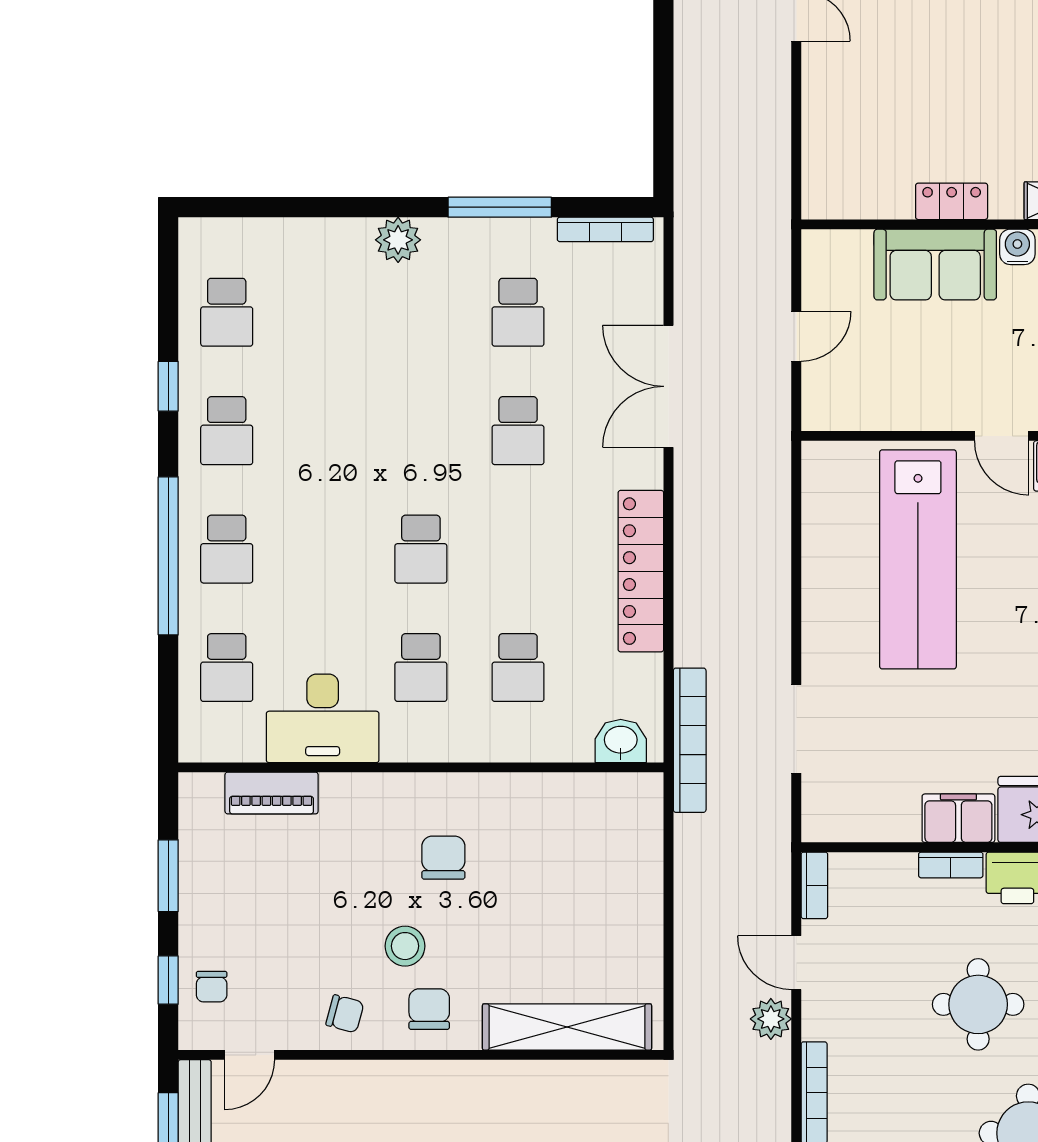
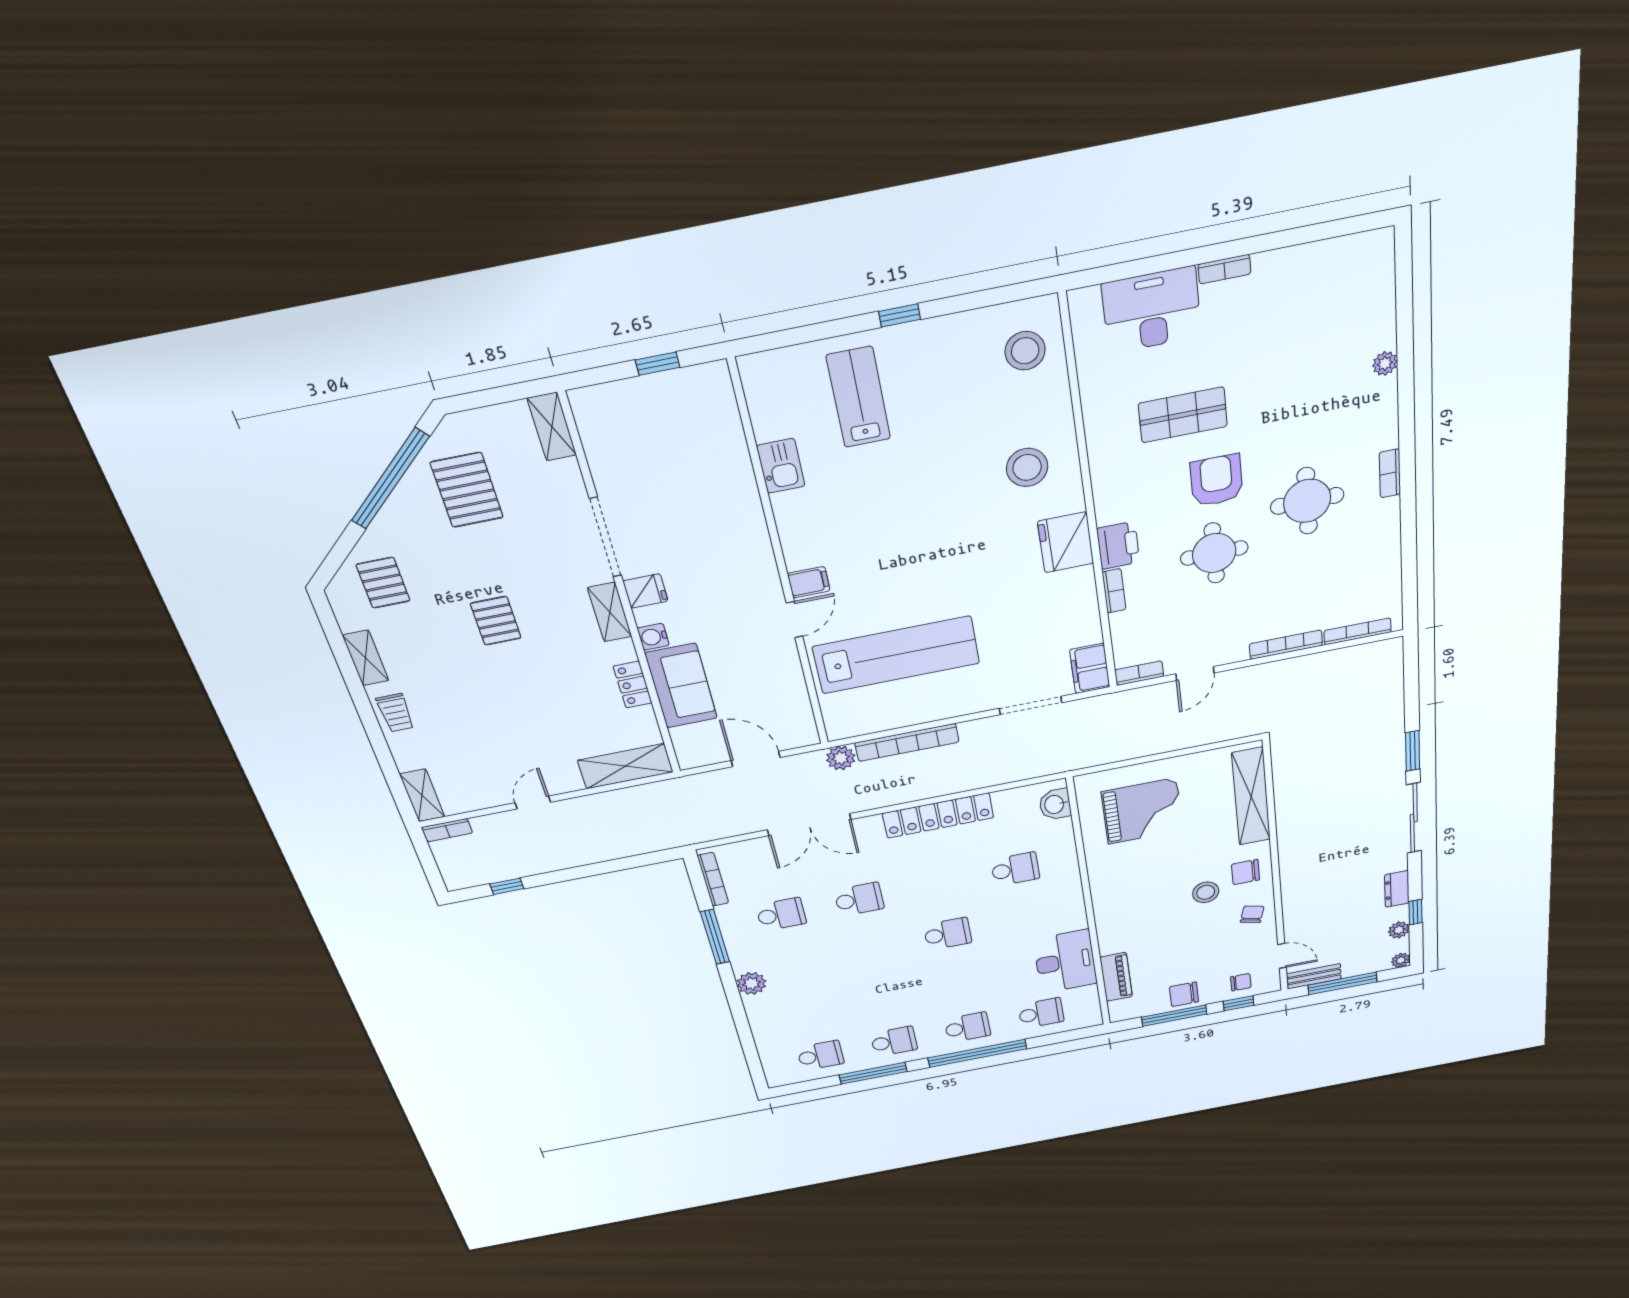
shelving: (826, 158) -> (625, 766), added
door: (796, 336) -> (756, 759), width x1.38
window: (168, 386) -> (873, 1073), width x2.17
school desk: (421, 668) -> (1024, 919), removed
bookcase: (690, 740) -> (907, 742), moved, turned 180
filing cabinet: (958, 818) -> (1090, 668), moved
chair: (443, 858) -> (1184, 994), moved
grand piano: (579, 866) -> (1142, 811), added
window: (168, 876) -> (1174, 1016), width x1.44
plant: (771, 1019) -> (841, 758), moved

